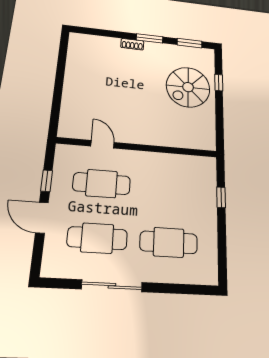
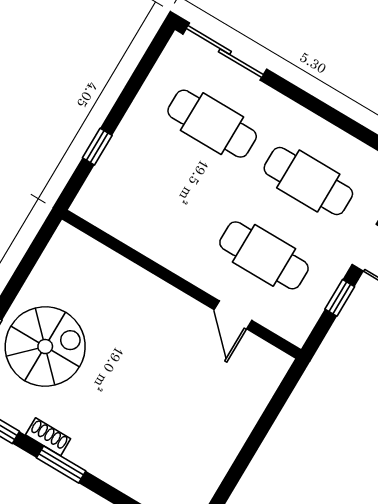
shoe rack: (132, 44) -> (48, 437), moved
sliding door: (112, 286) -> (225, 52), moved

